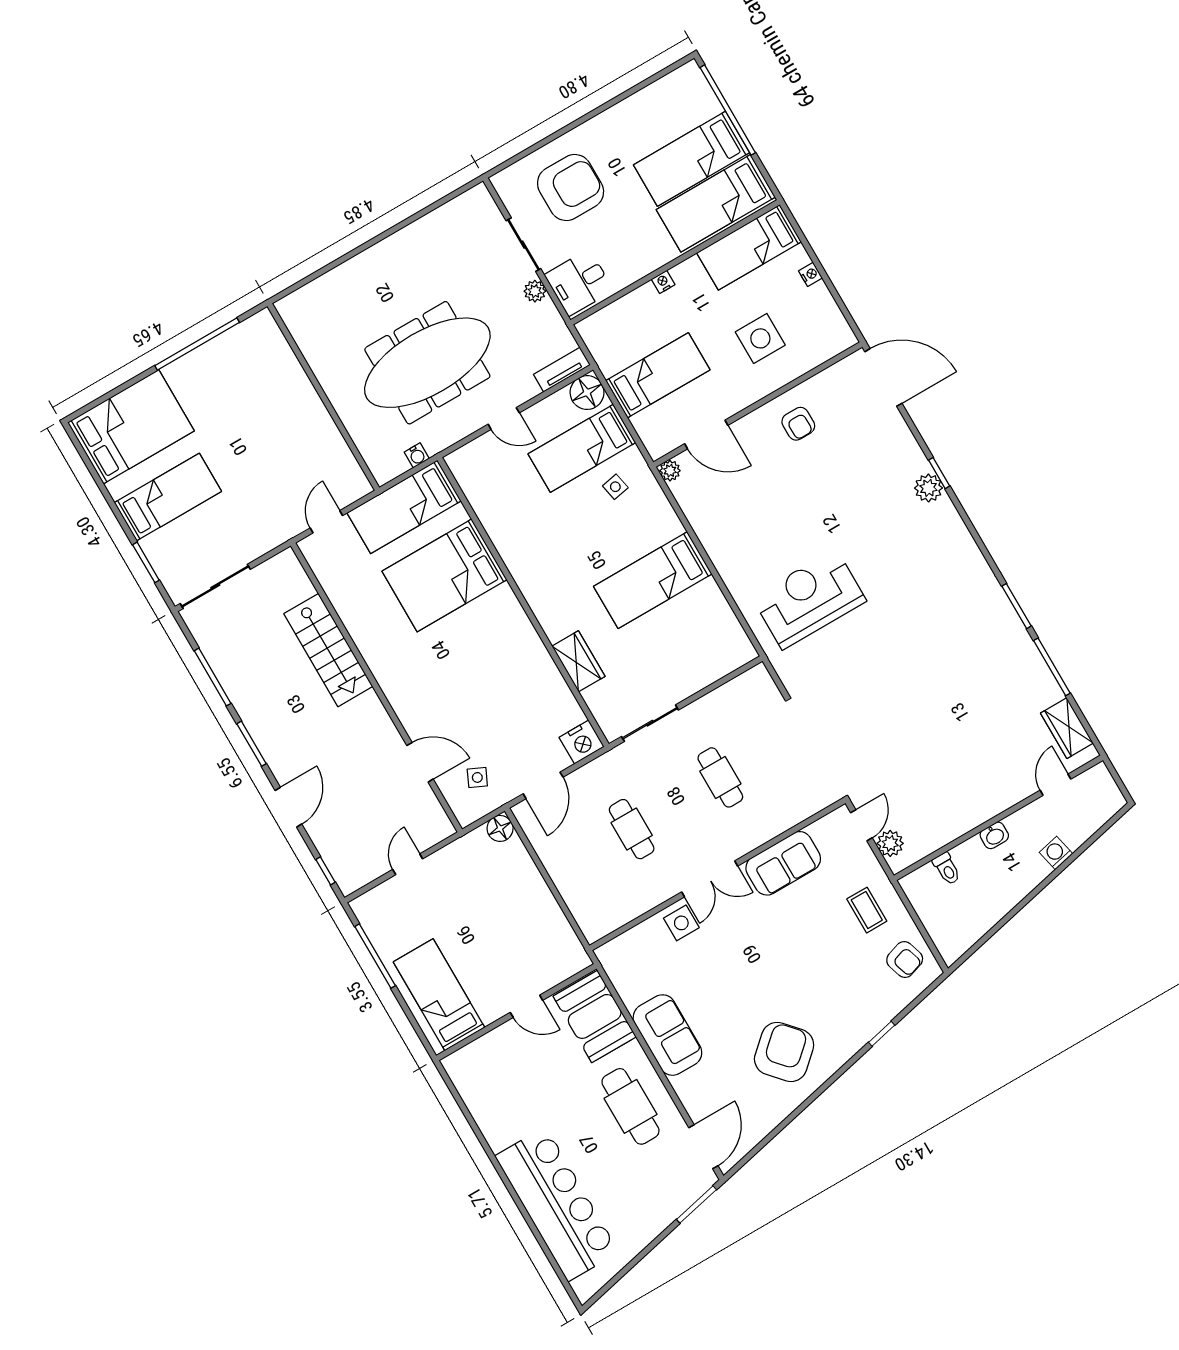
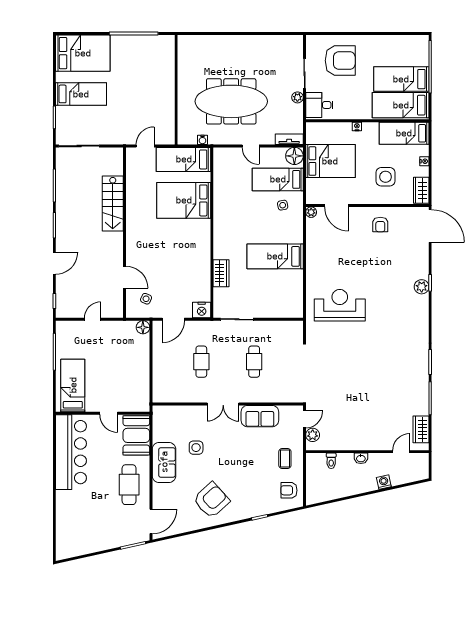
wardrobe: (834, 326) -> (421, 190), added
bed: (658, 375) -> (330, 161), width x1.50
side table: (681, 923) -> (196, 448), moved
armchair: (905, 960) -> (289, 490), turned 108
bar counter: (557, 1204) -> (71, 452), moved

